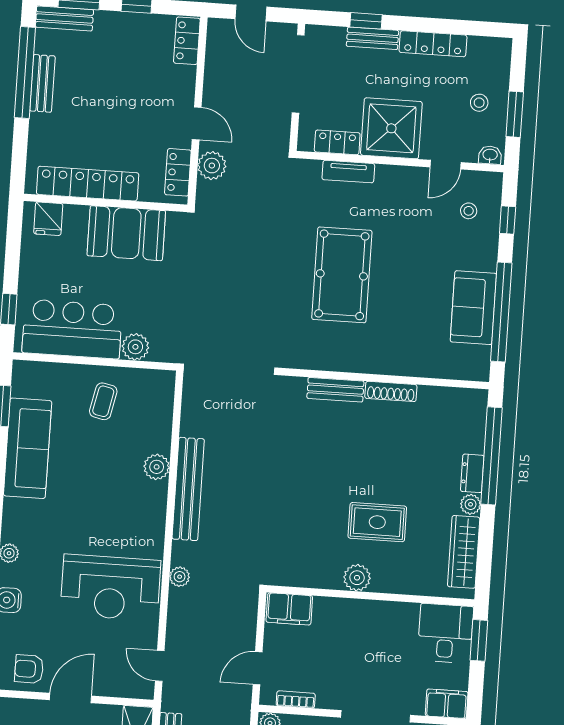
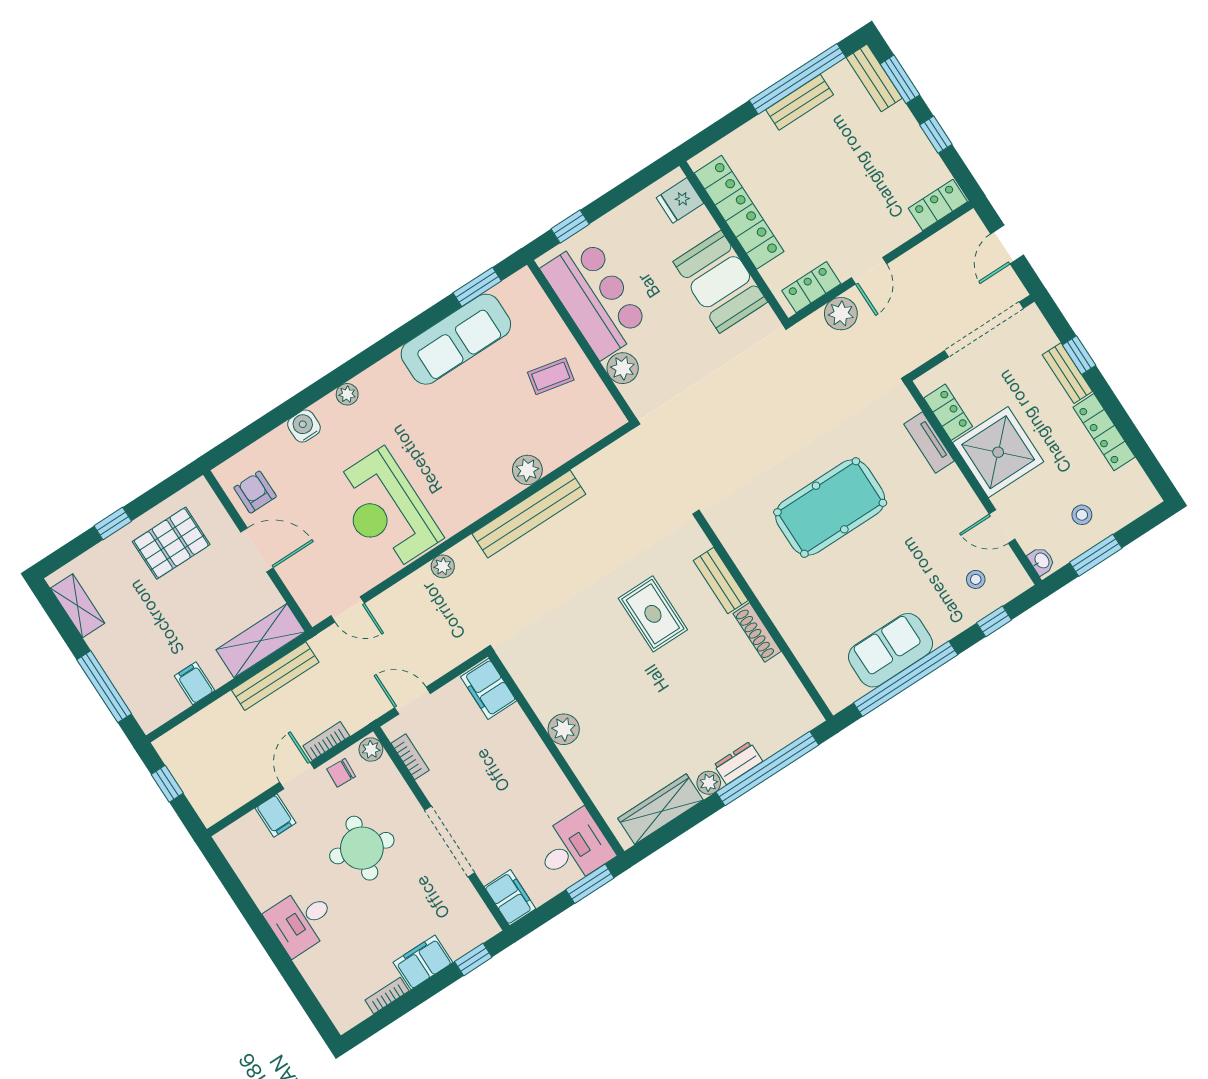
rug: (377, 522) -> (653, 614), moved
door: (160, 666) -> (348, 609), swing flipped

